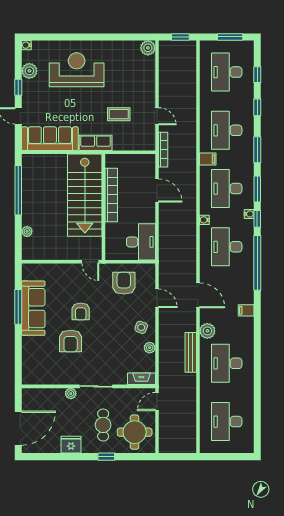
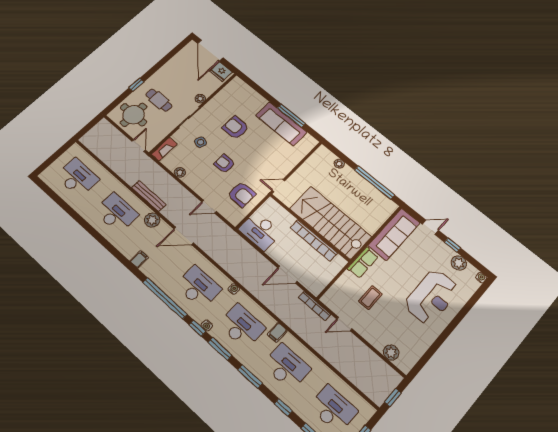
plant: (148, 48) -> (391, 353), moved
armchair: (81, 311) -> (224, 164), moved
side table: (141, 327) -> (201, 142), moved
fridge: (71, 445) -> (221, 72), moved, turned 90

